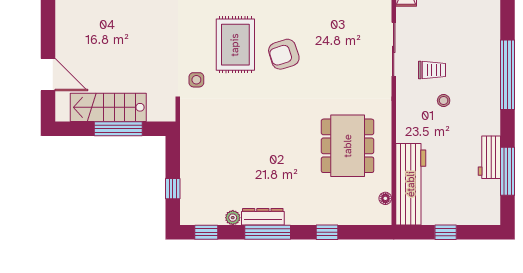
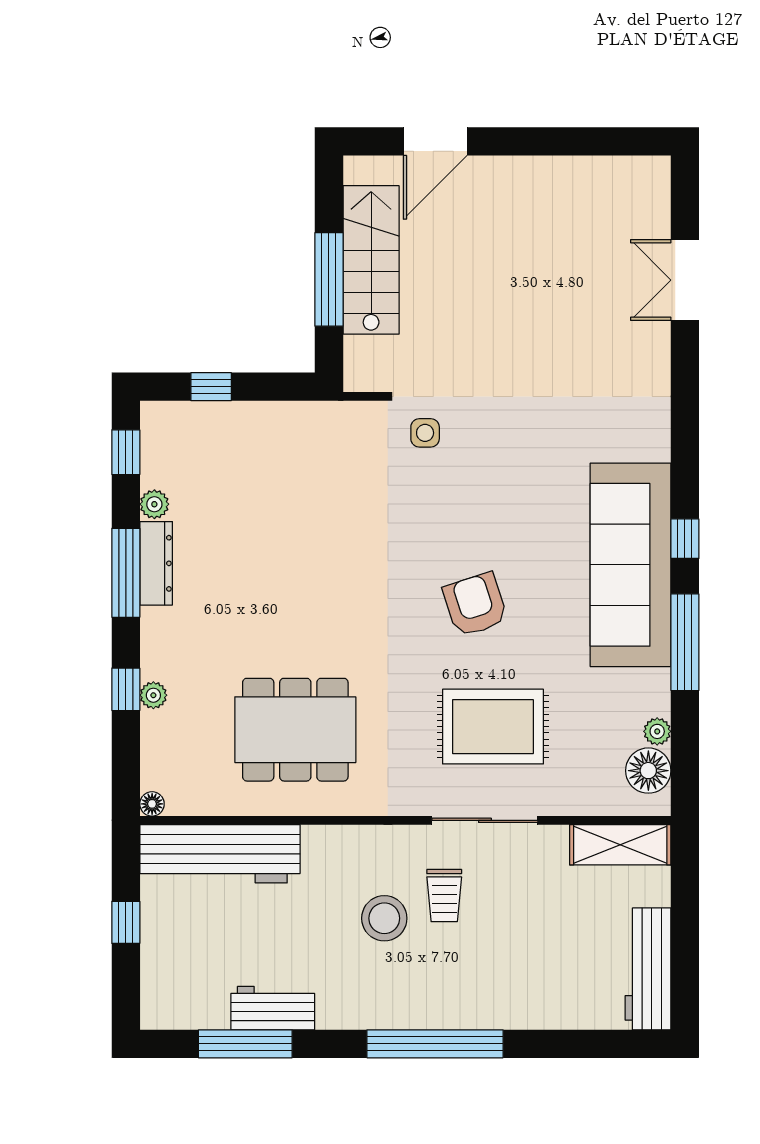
rug: (235, 45) -> (493, 727), moved
stool: (444, 101) -> (384, 918), width x1.89, depth x1.89
floor lamp: (385, 198) -> (152, 804), moved
plant: (330, 218) -> (153, 695), added

